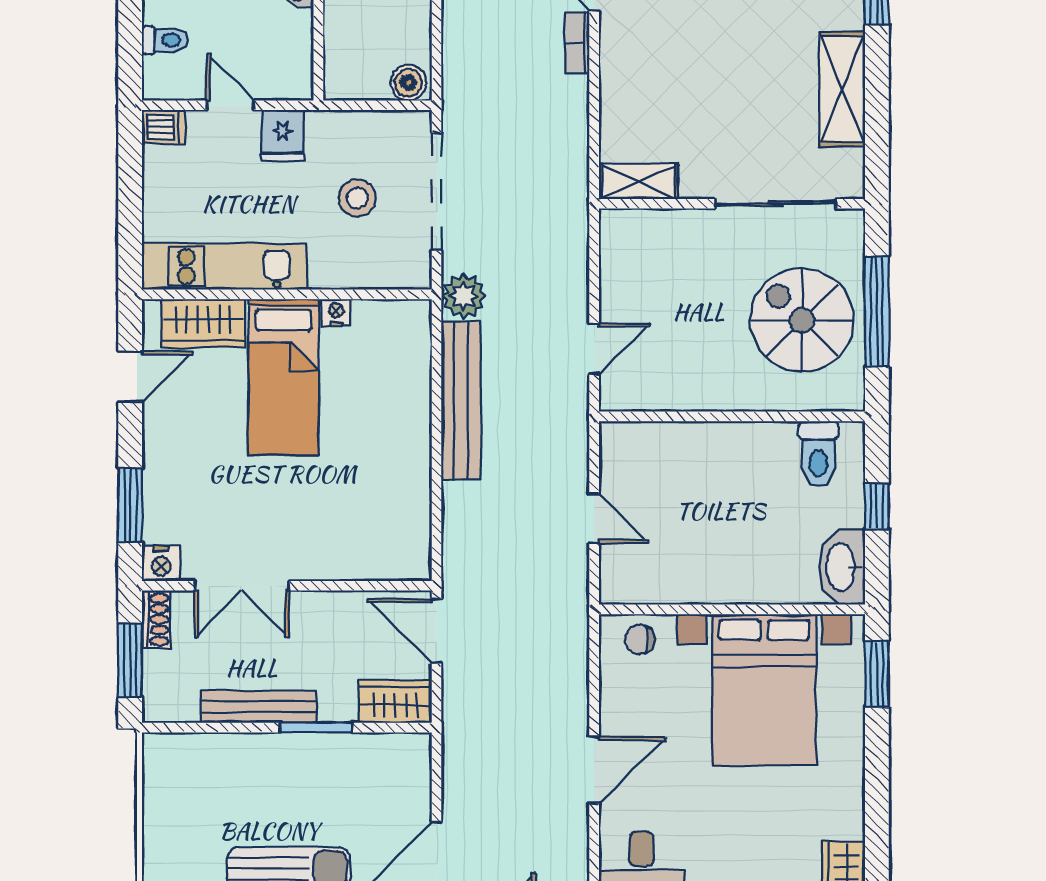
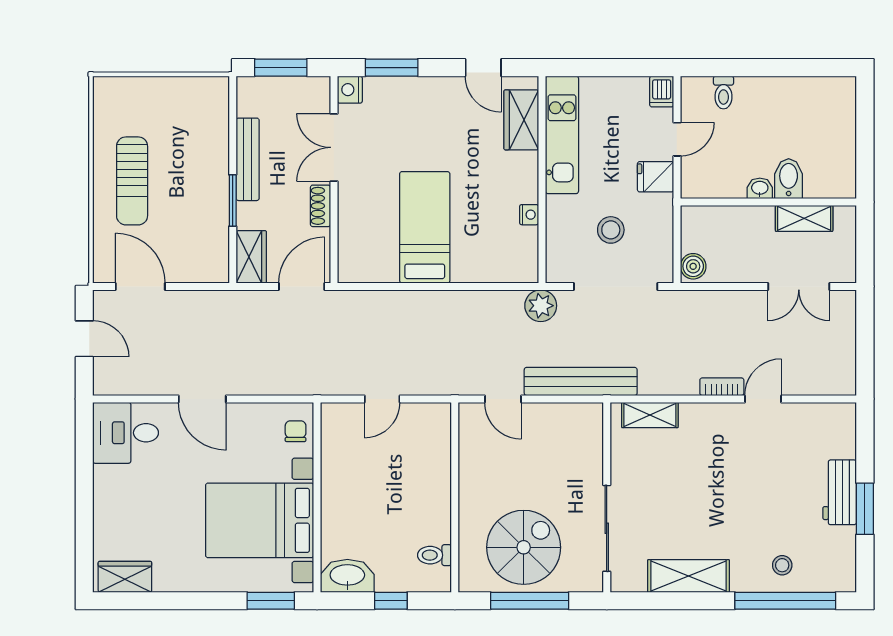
shelving: (638, 181) -> (650, 415), moved, turned 90
bed: (284, 377) -> (425, 227), moved, turned 90
bench: (461, 401) -> (581, 381), moved
toilet: (818, 454) -> (434, 555), width x0.73, depth x0.72
shoe rack: (156, 620) -> (320, 206), moved, turned 90

